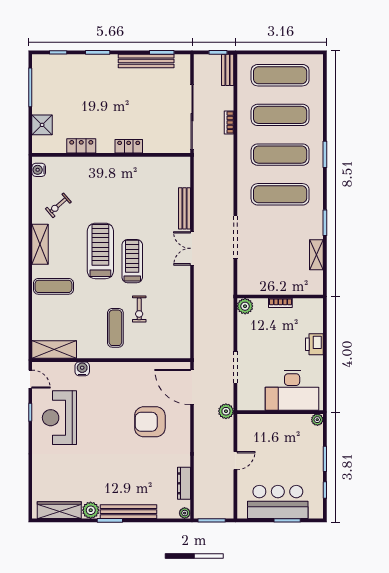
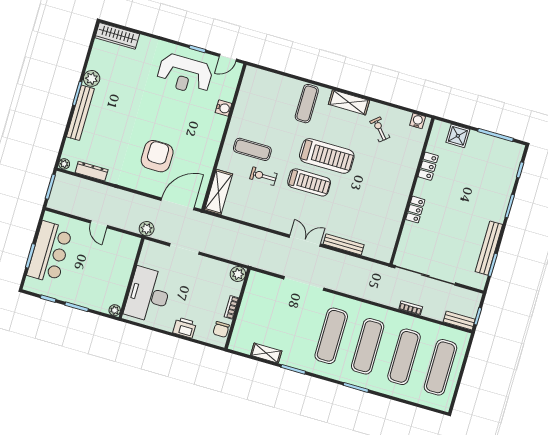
chair: (306, 307) -> (221, 329), added
shelving: (54, 349) -> (219, 192), moved
reception desk: (59, 418) -> (185, 74), turned 180
wardrobe: (59, 510) -> (117, 36), moved, turned 90

